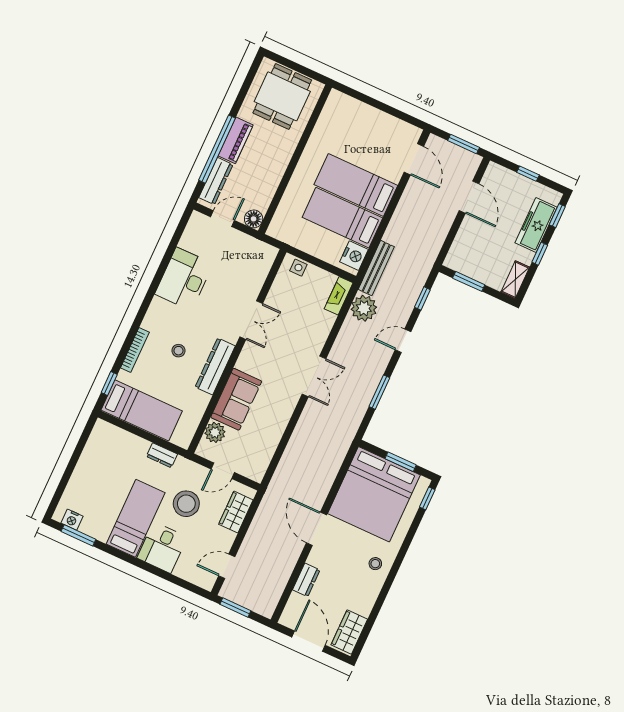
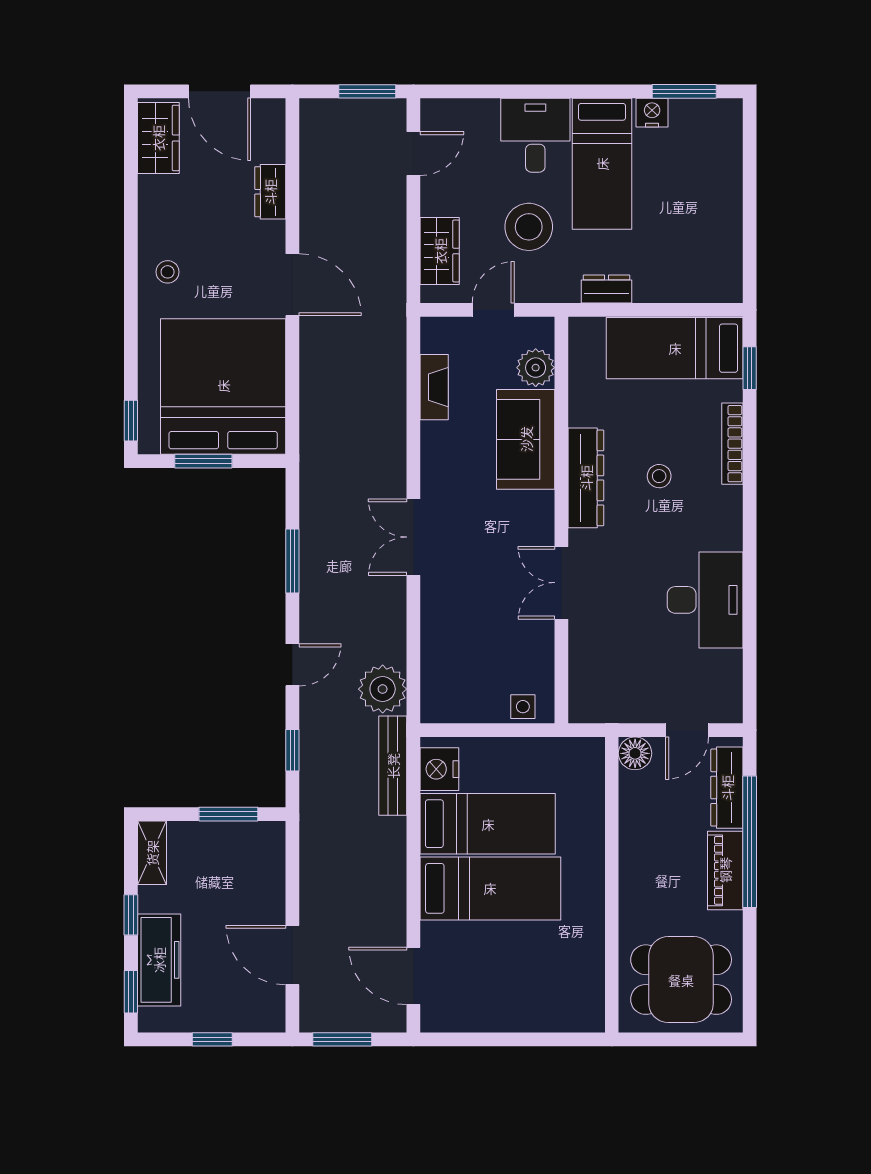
dining table: (282, 96) -> (681, 980), turned 90
fireplace: (339, 296) -> (434, 387), moved
nightstand: (72, 520) -> (652, 113), moved

